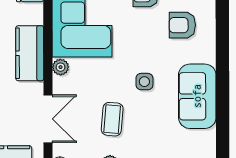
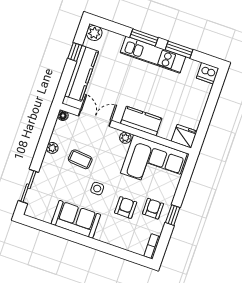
armchair: (182, 25) -> (126, 207), moved
double door: (48, 119) -> (95, 118), swing flipped

